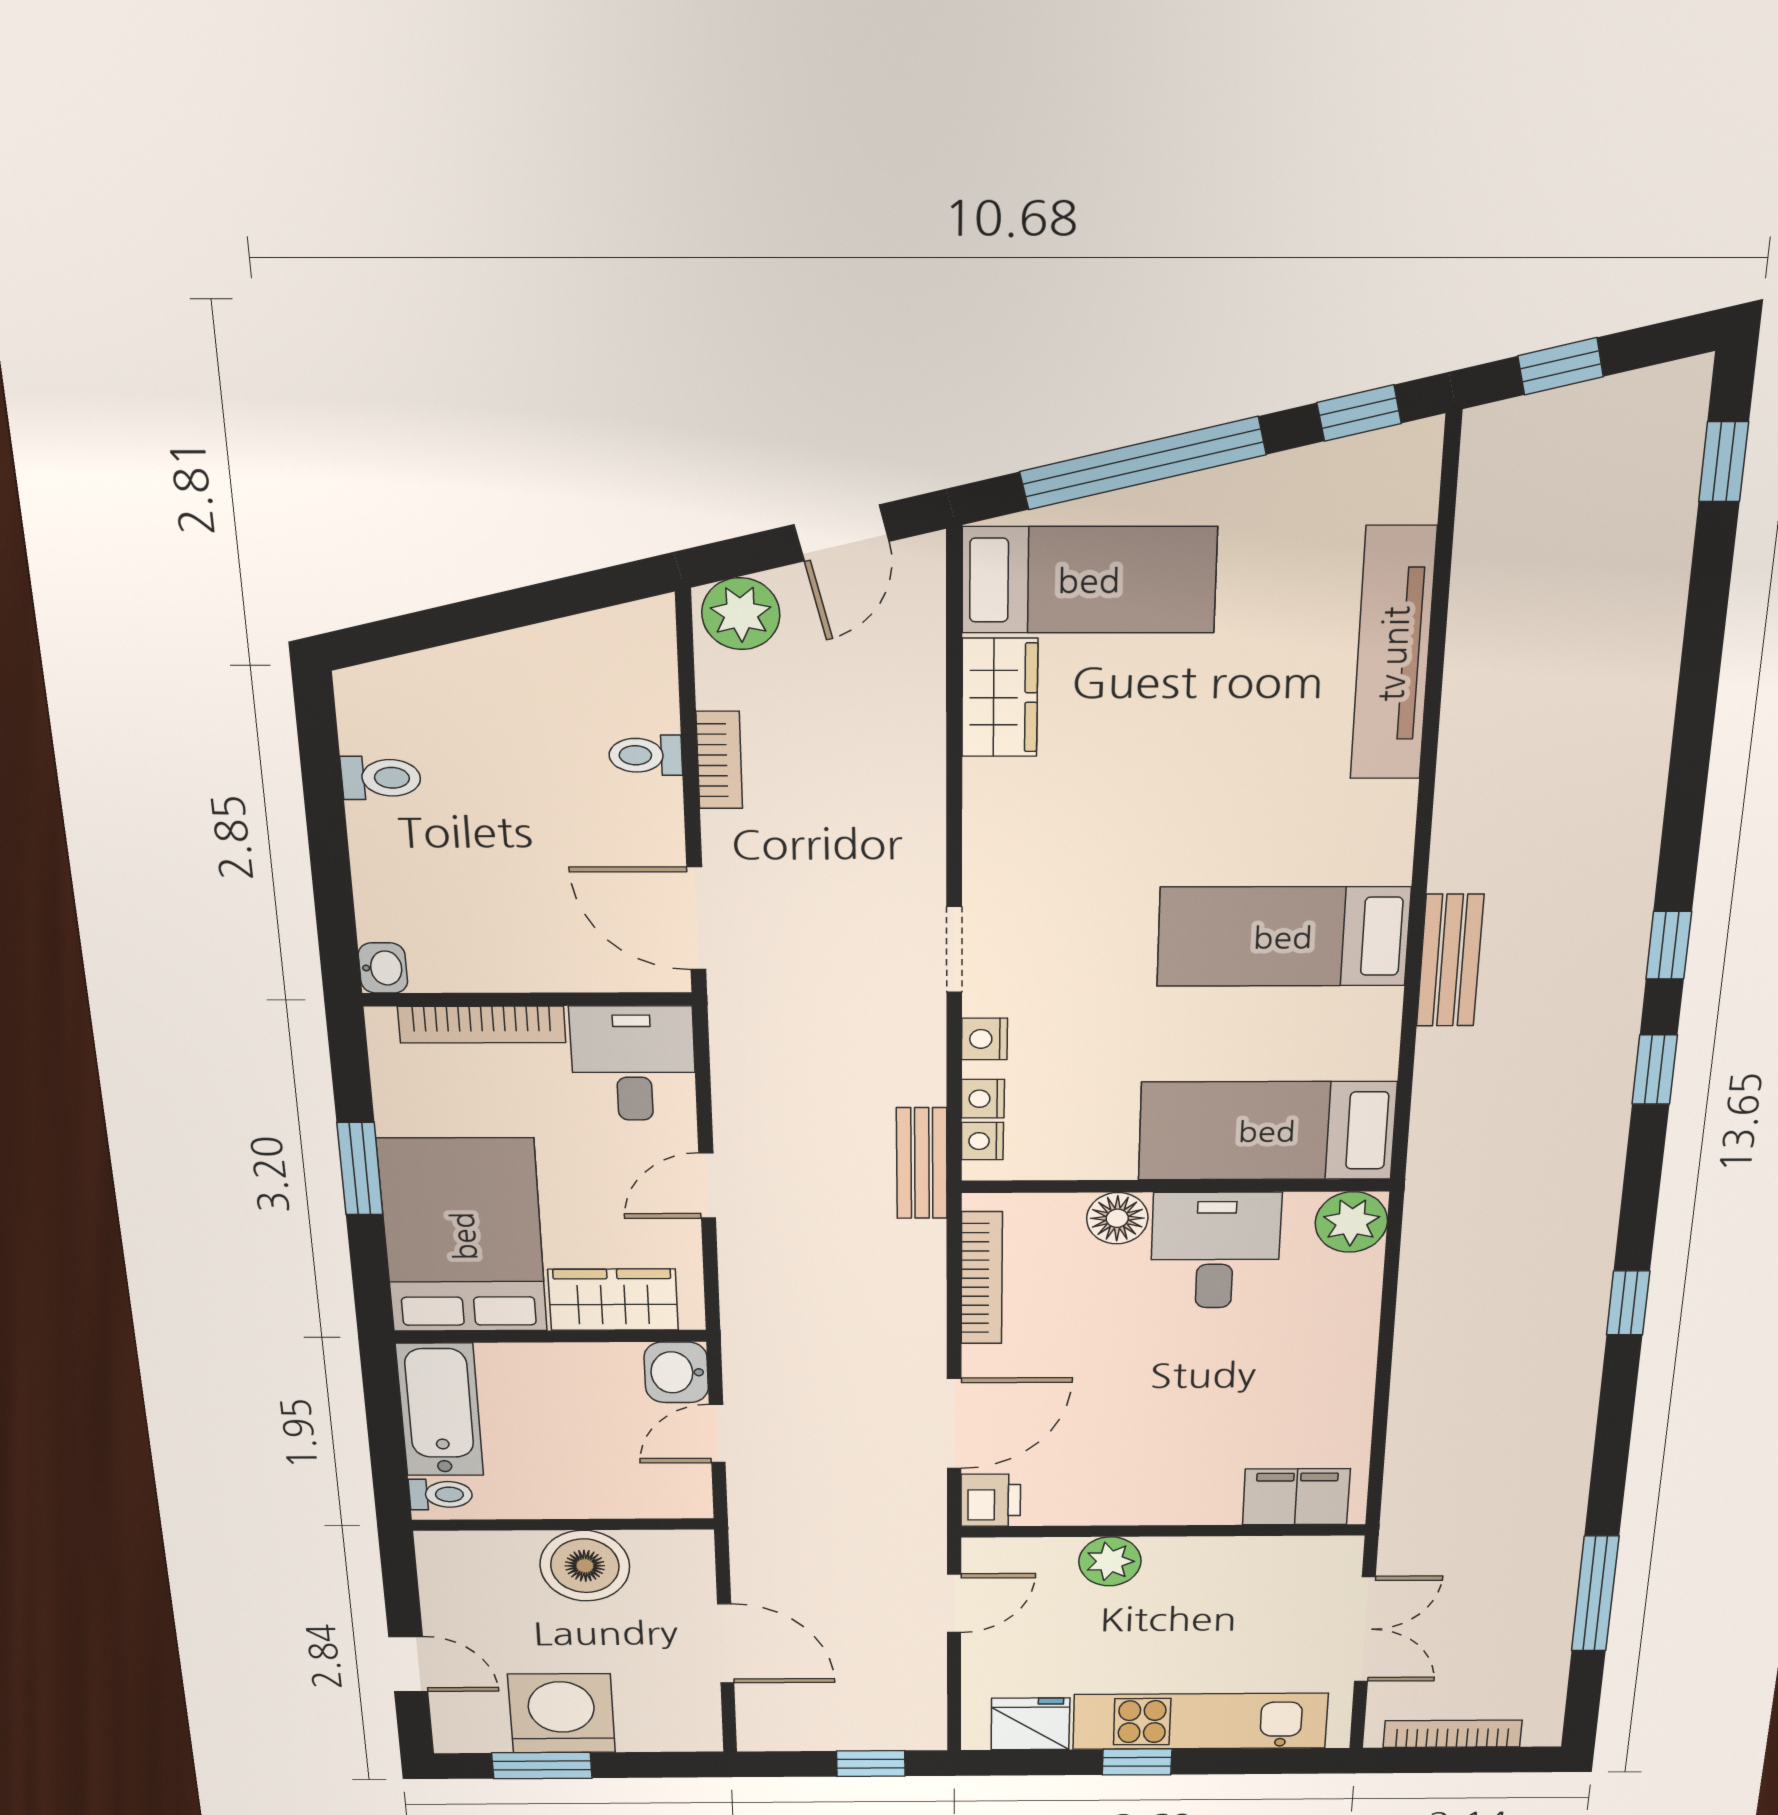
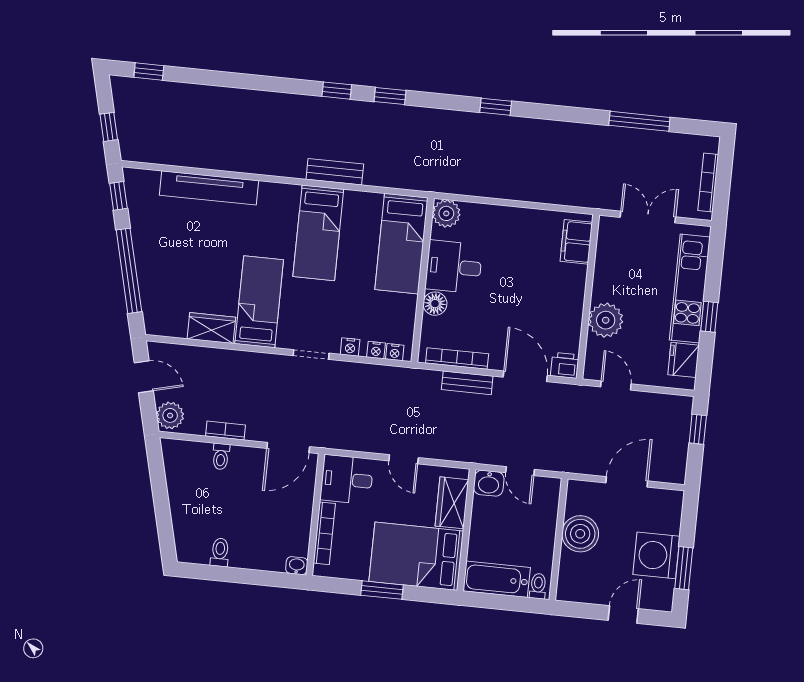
bed: (1089, 580) -> (259, 302), moved
bench: (922, 1163) -> (467, 383), moved
plant: (1110, 1561) -> (606, 320), width x1.36, depth x1.36

